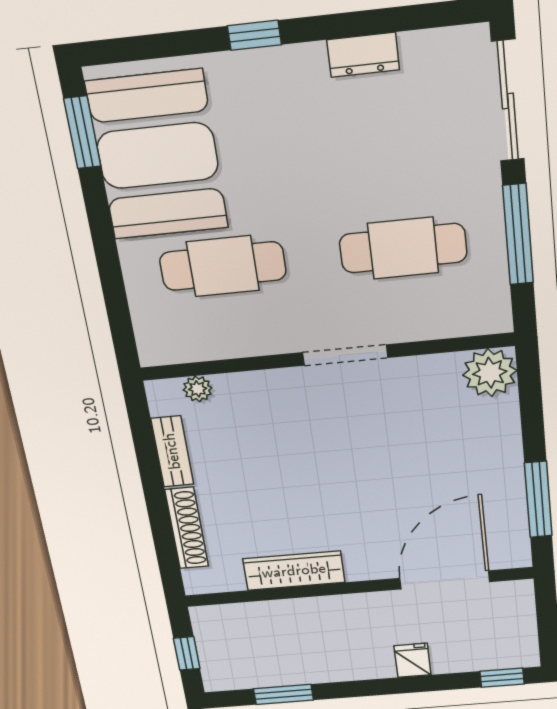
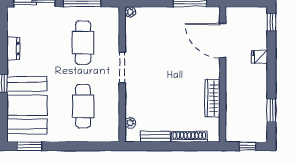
booth: (158, 156) -> (27, 105), moved, turned 90
plant: (490, 373) -> (130, 12), width x0.53, depth x0.53

